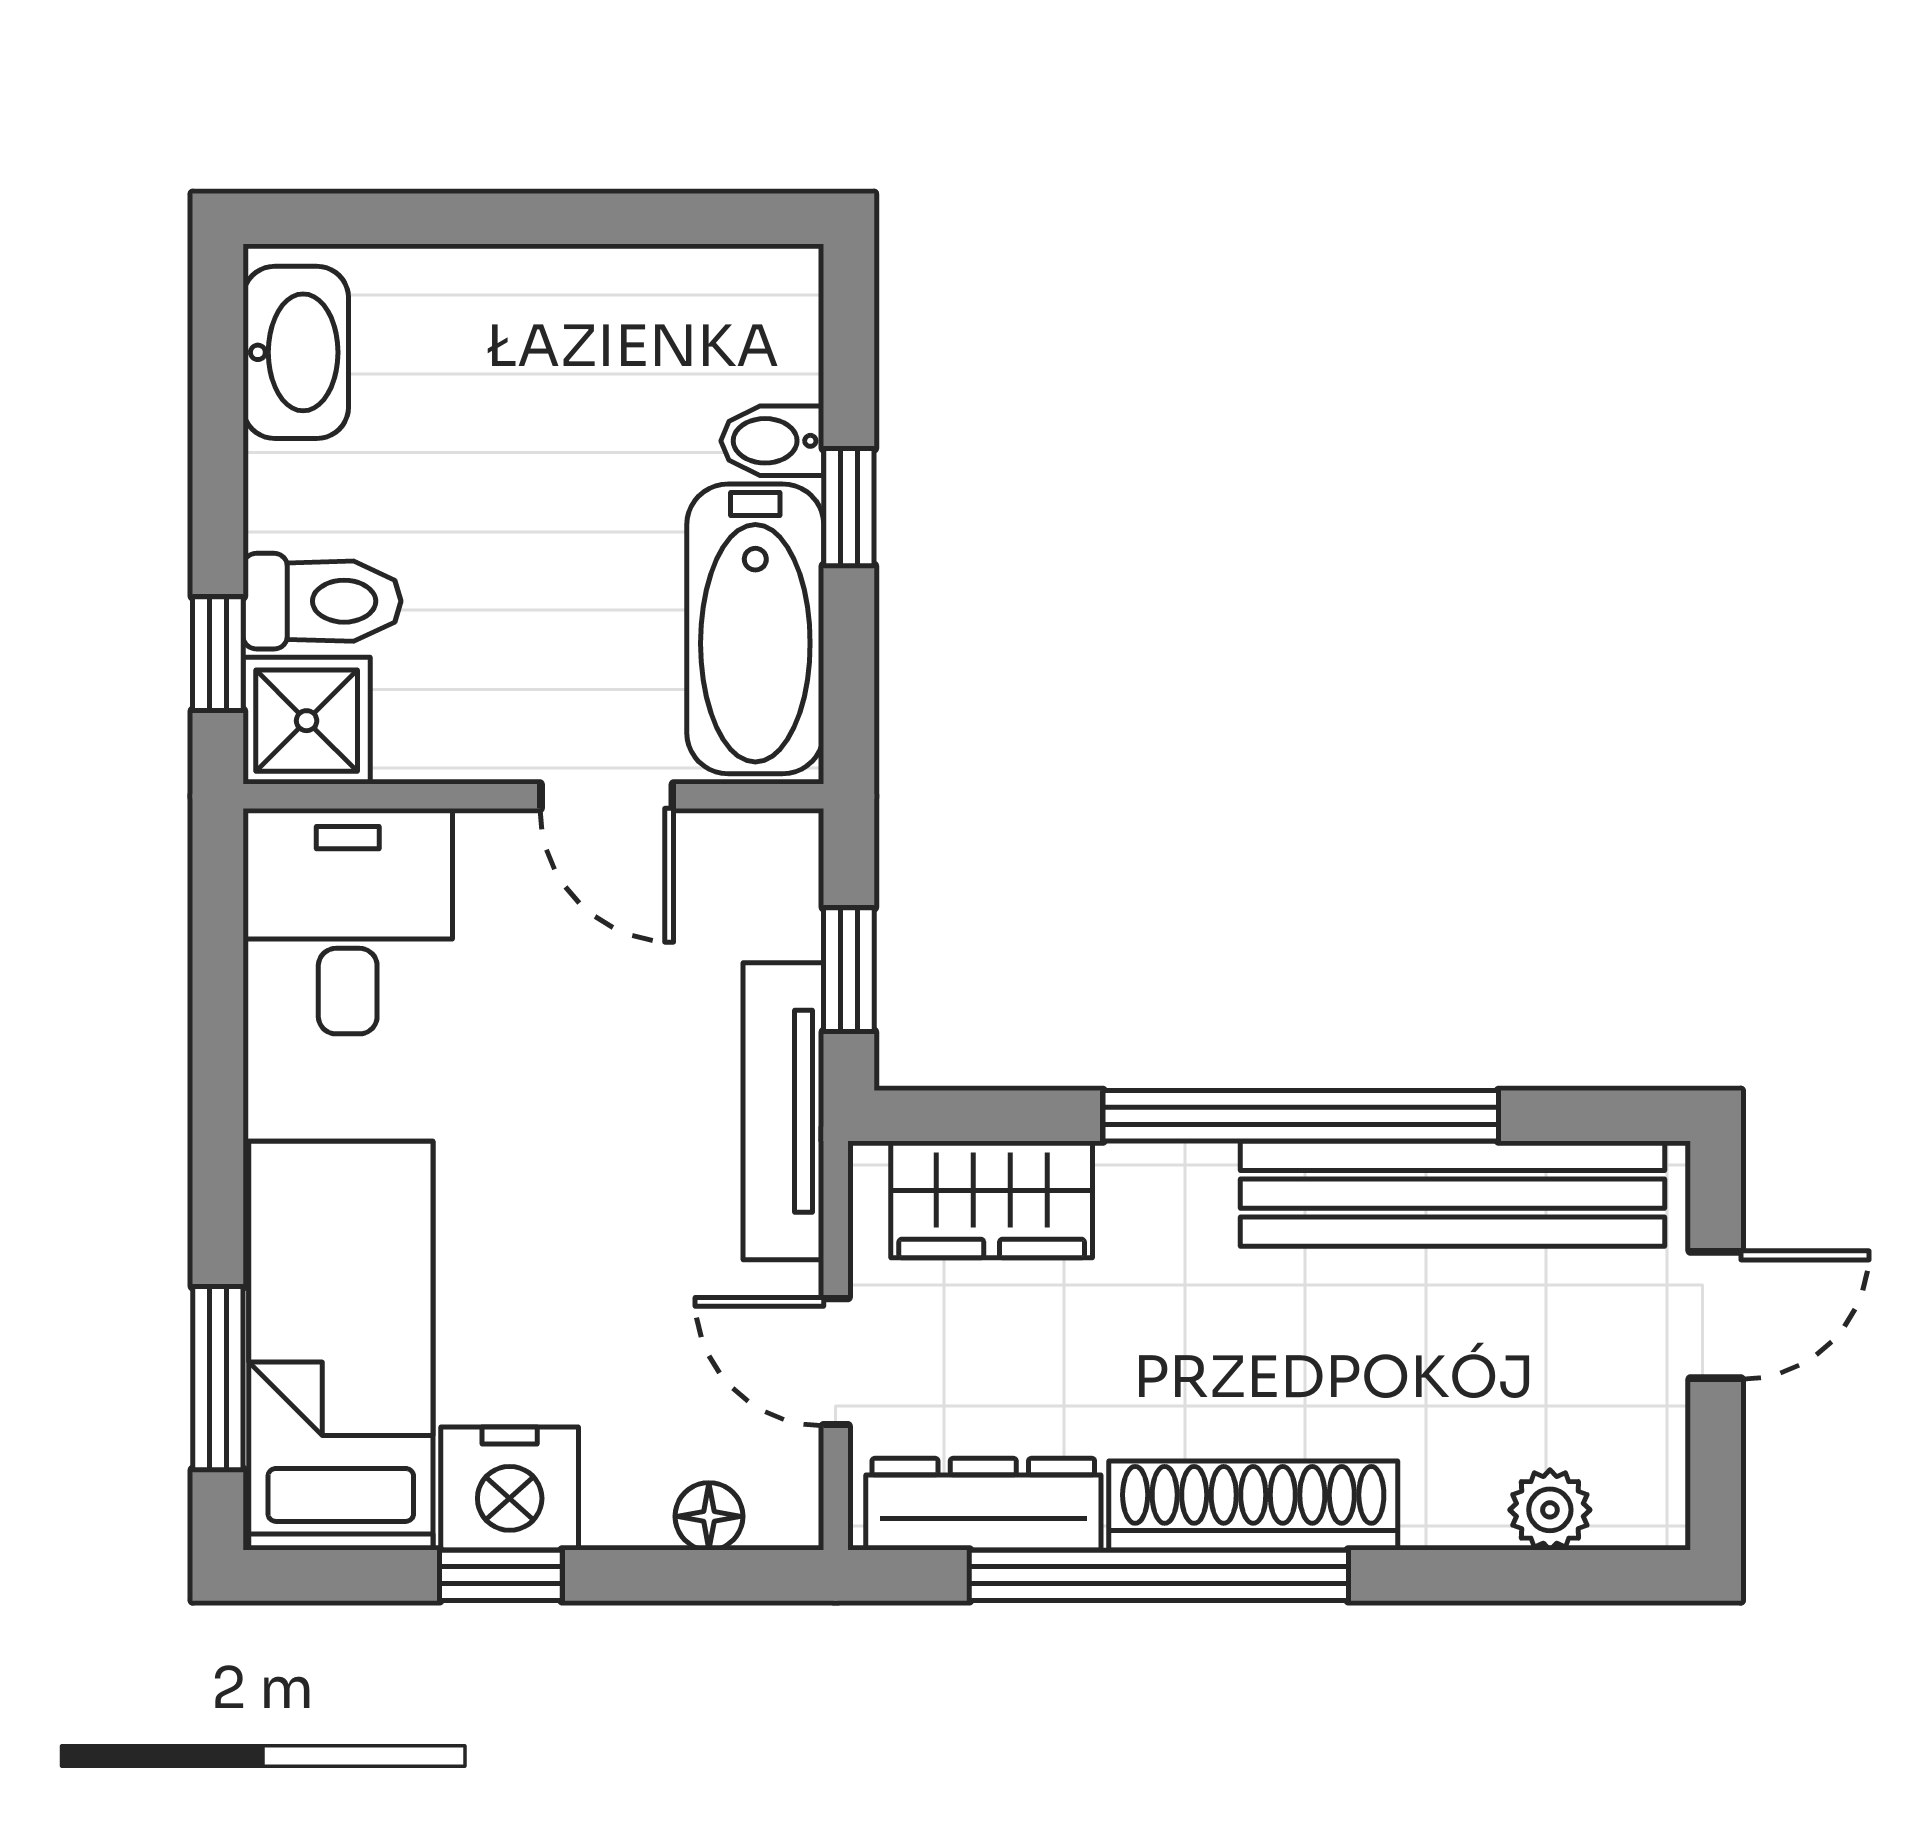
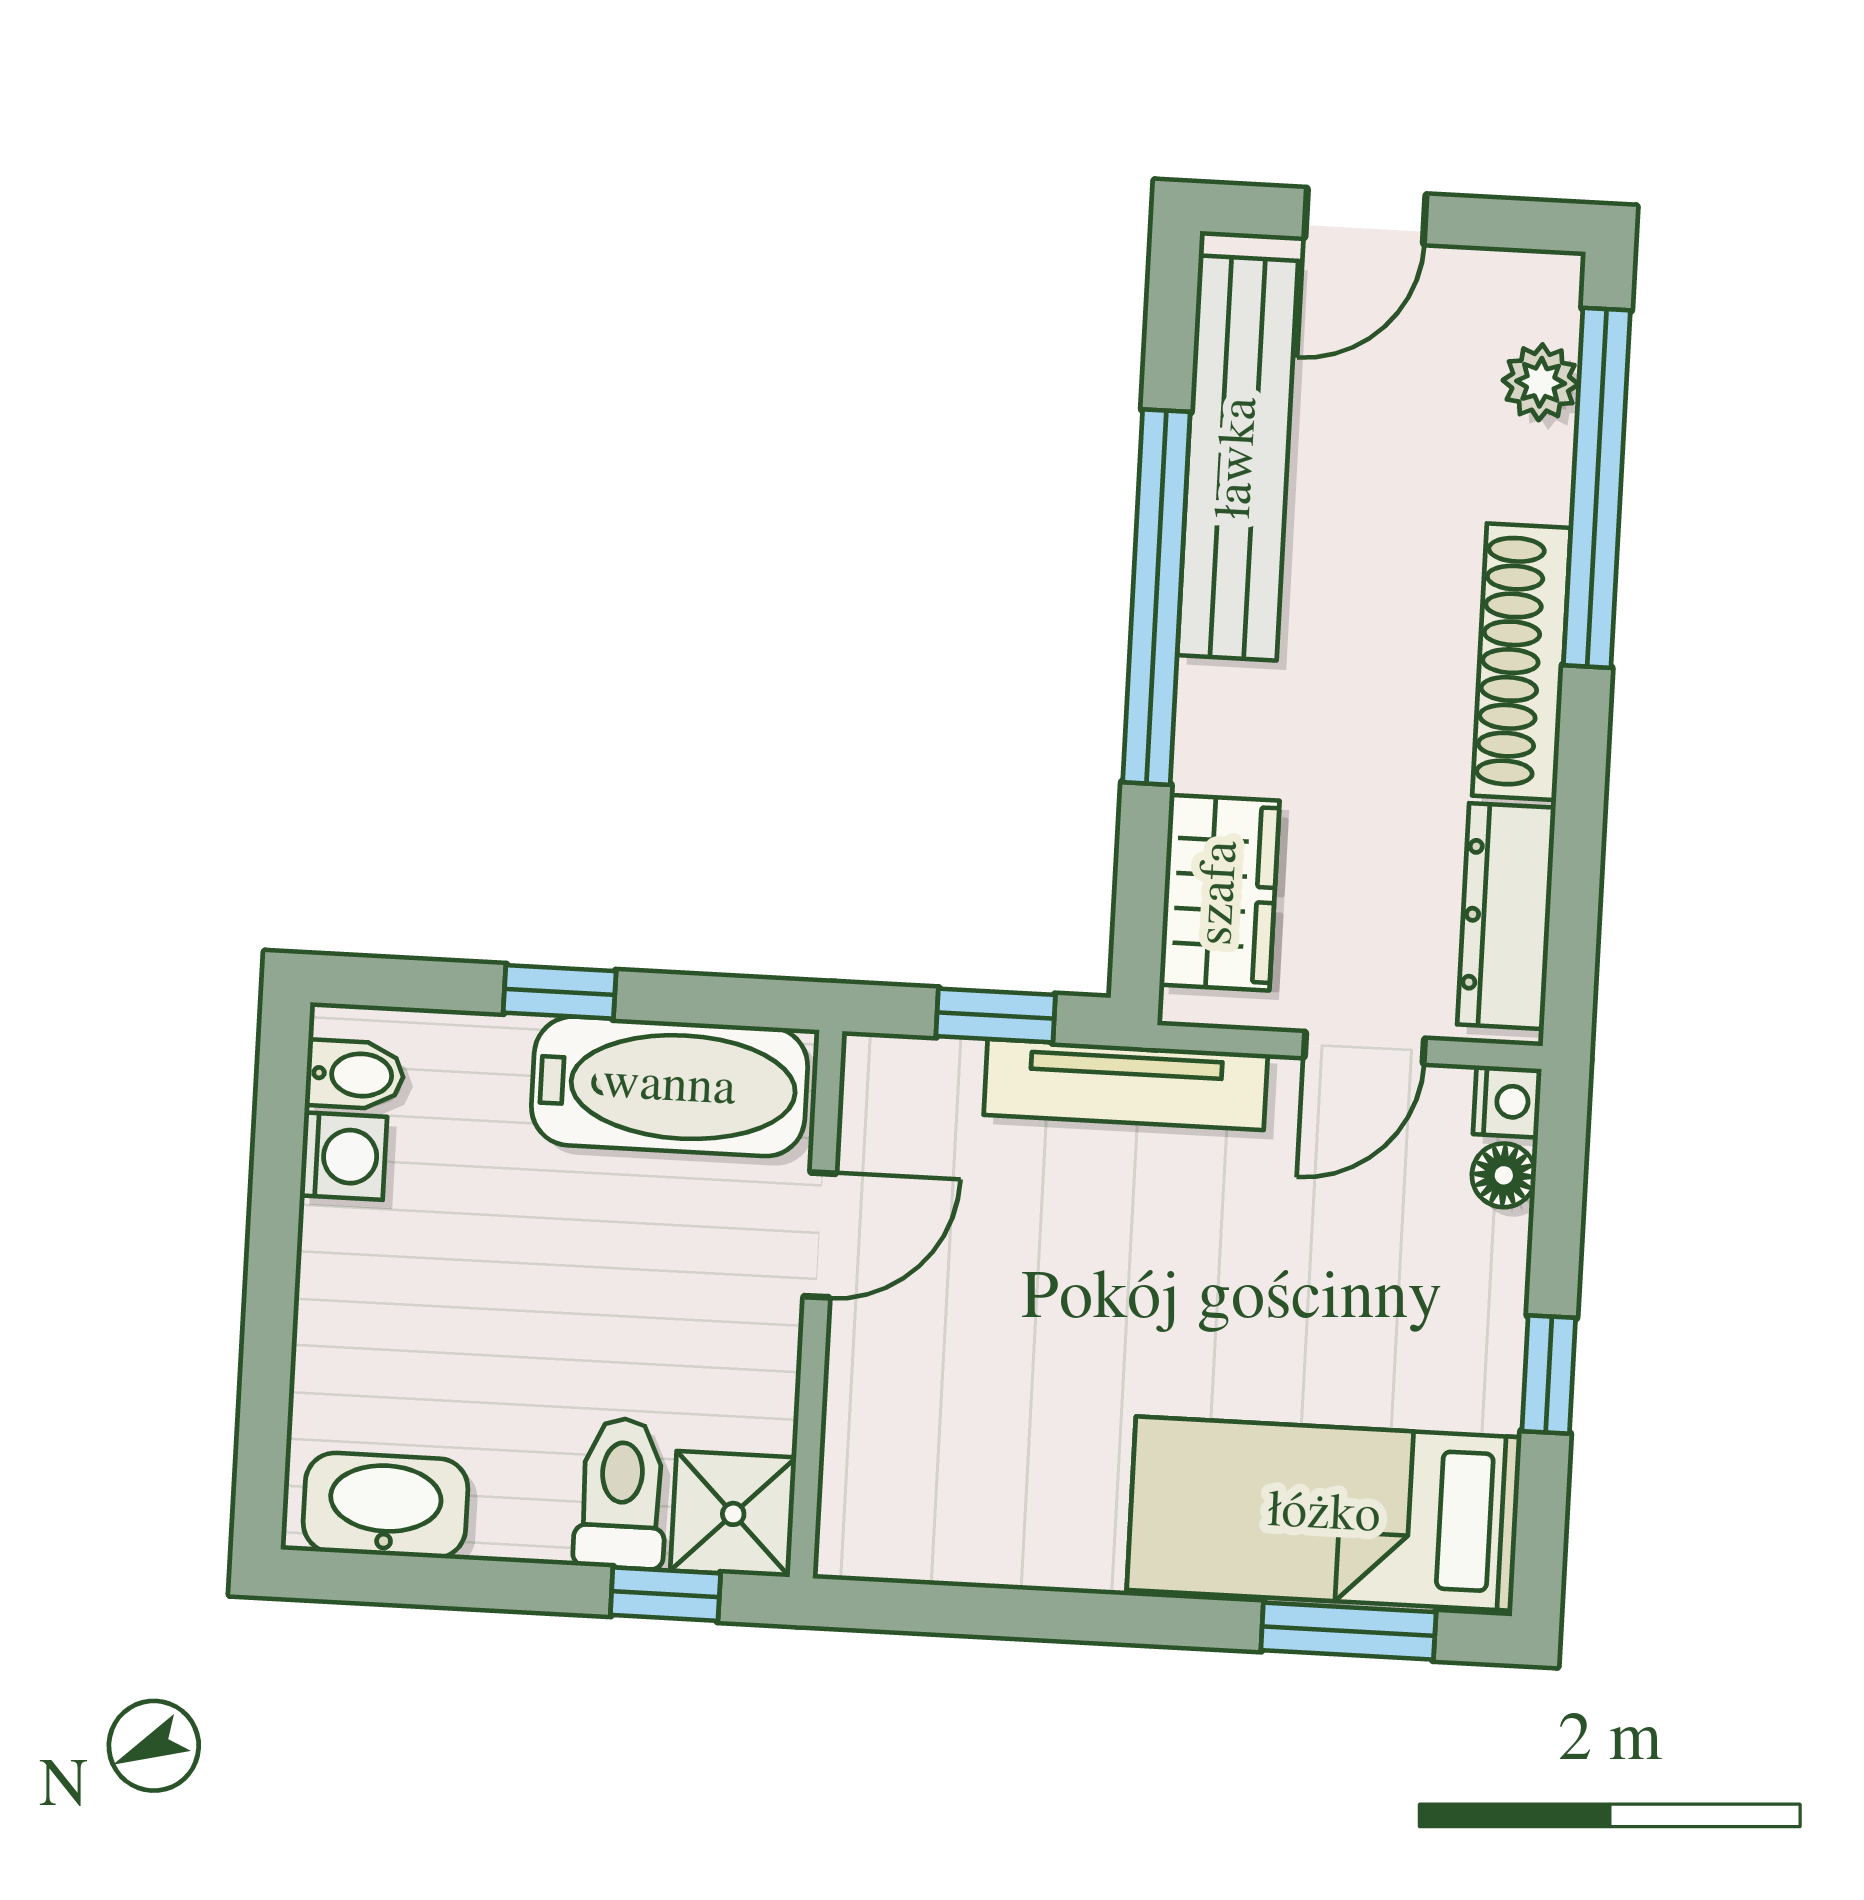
washing machine: (663, 288) -> (343, 1156), added
bidet: (772, 441) -> (355, 1075), moved, turned -90
desk: (348, 921) -> (924, 1485), removed
door: (1716, 1315) -> (1365, 216), swing flipped
nightstand: (510, 1489) -> (1507, 1101), moved, width x0.53, depth x0.56
window: (1159, 1575) -> (1597, 488), moved

